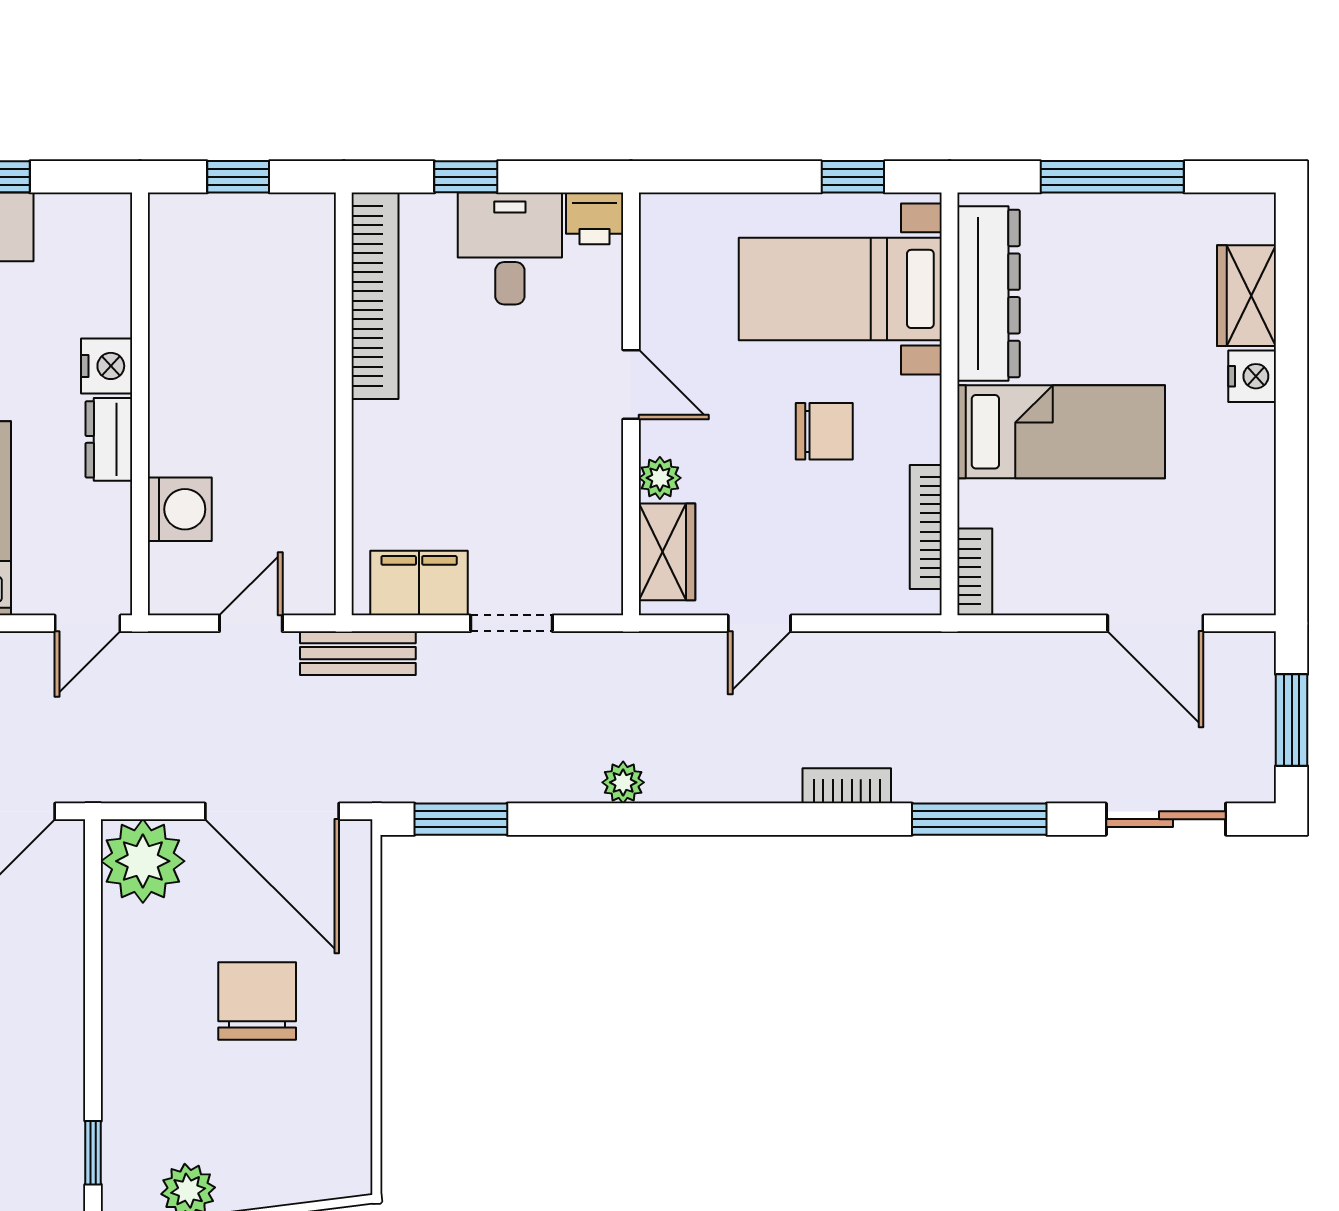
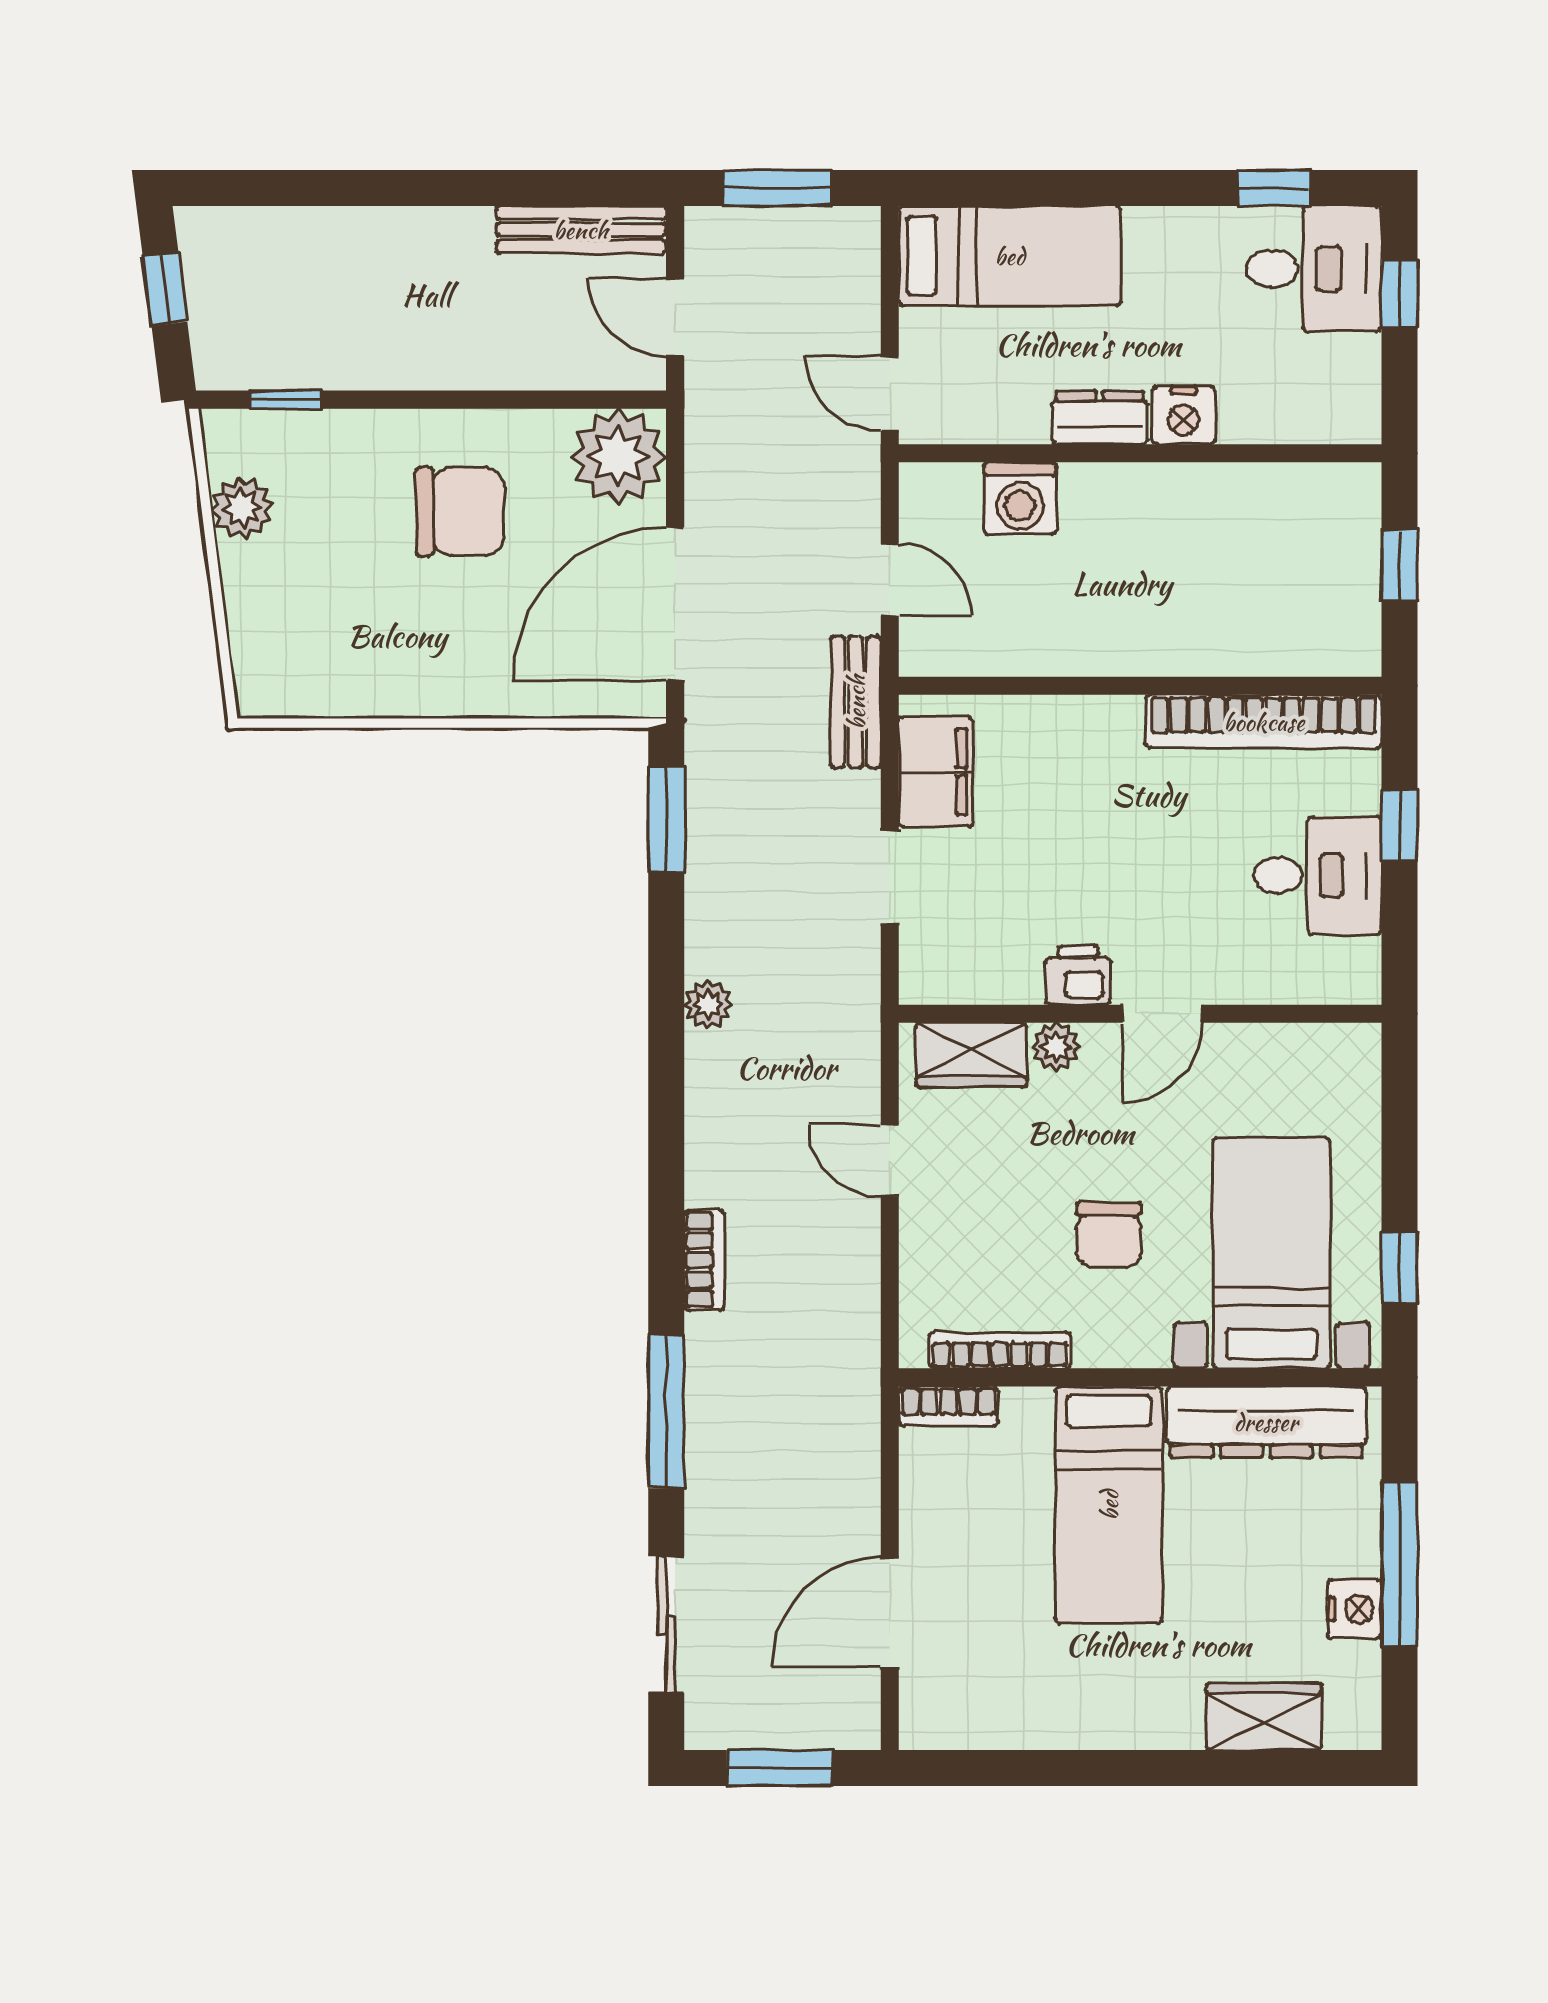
printer: (595, 218) -> (1078, 975), moved, turned 90
nightstand: (1252, 376) -> (1355, 1609), moved, turned -90
chair: (257, 1001) -> (460, 512), moved

